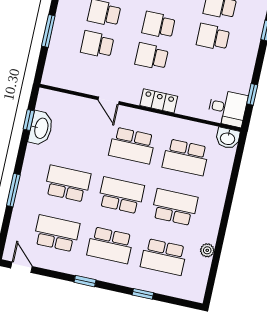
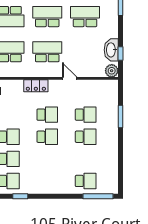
plant: (47, 98) -> (112, 71), added
school desk: (68, 184) -> (85, 17), turned 180
school desk: (121, 195) -> (47, 17), turned 180

